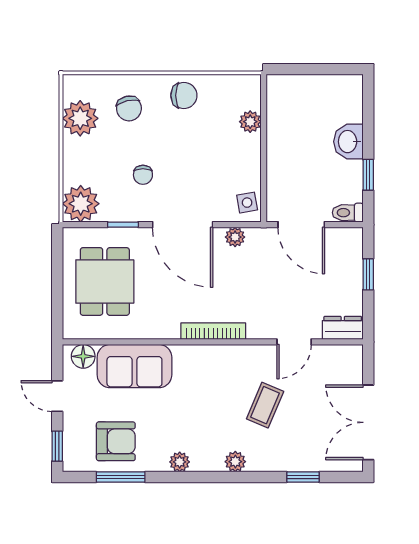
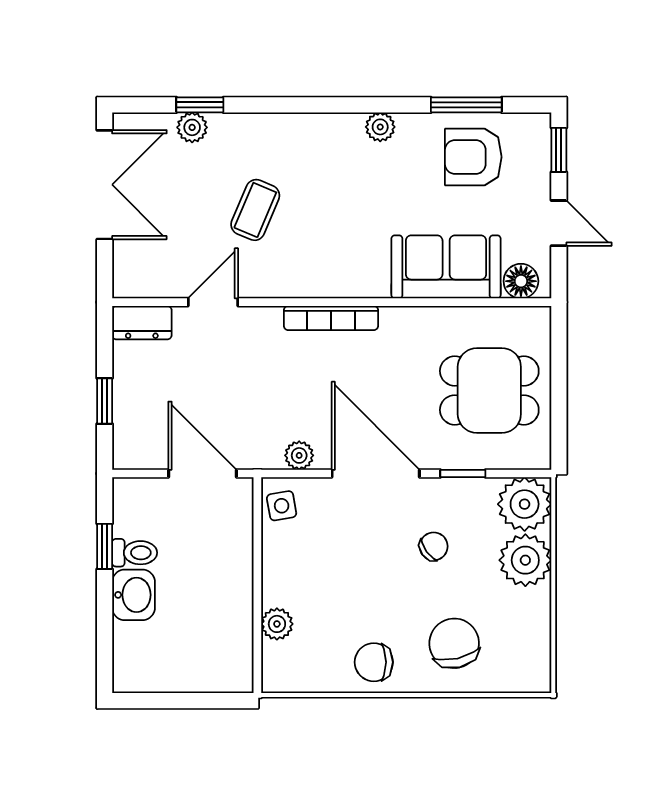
chair: (129, 108) -> (454, 643), width x1.37, depth x1.37
plant: (80, 118) -> (525, 560), moved
chair: (143, 175) -> (434, 546), turned 54
toilet: (348, 213) -> (135, 553), moved
dining table: (105, 281) -> (489, 390), turned 90
plant: (235, 462) -> (192, 127), moved

